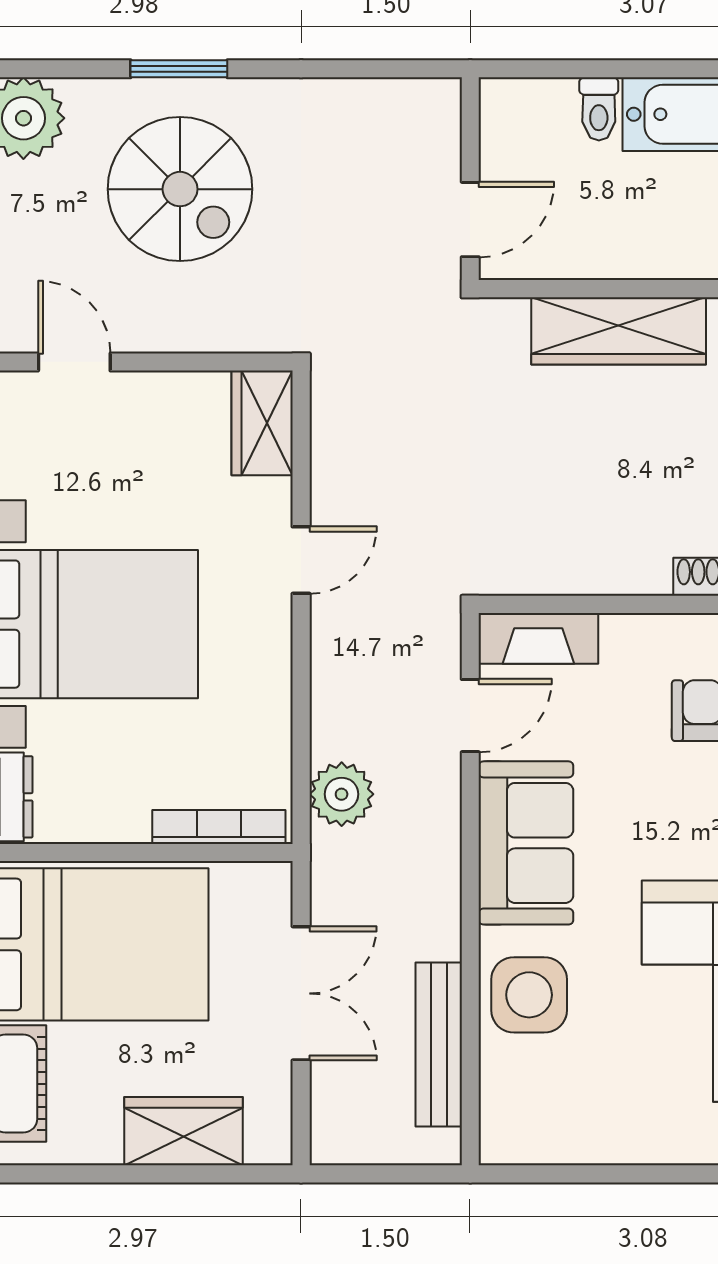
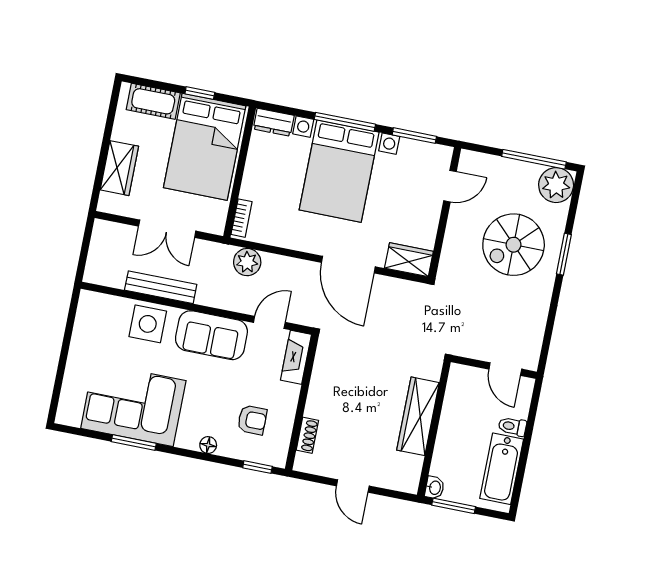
door: (470, 220) -> (505, 369), moved
door: (301, 560) -> (348, 265), width x1.88
door: (470, 716) -> (269, 322), swing flipped
bookcase: (219, 827) -> (242, 218), width x0.64
bench: (439, 1044) -> (161, 287), moved

